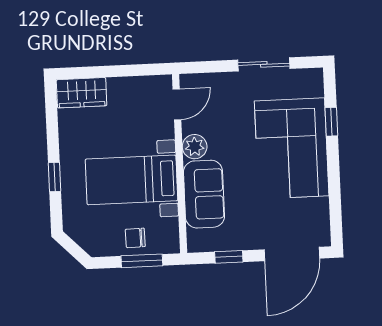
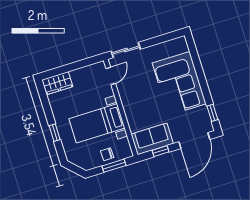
sliding door: (264, 64) -> (126, 50), moved
window: (331, 122) -> (212, 113), moved
plant: (195, 147) -> (126, 96), removed
sofa: (204, 194) -> (152, 139), moved, turned -90

